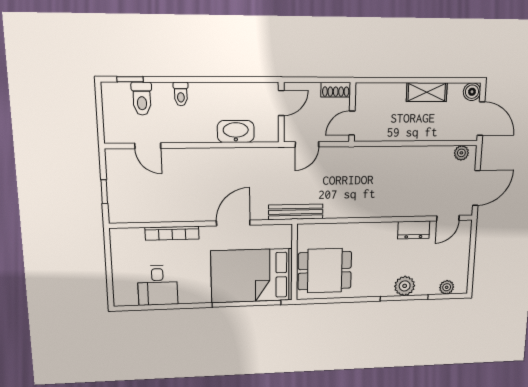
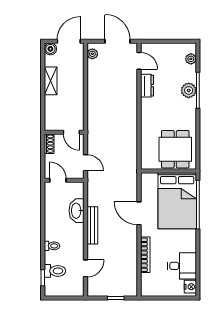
bench: (296, 212) -> (92, 225), moved
nightstand: (127, 298) -> (190, 287), added

